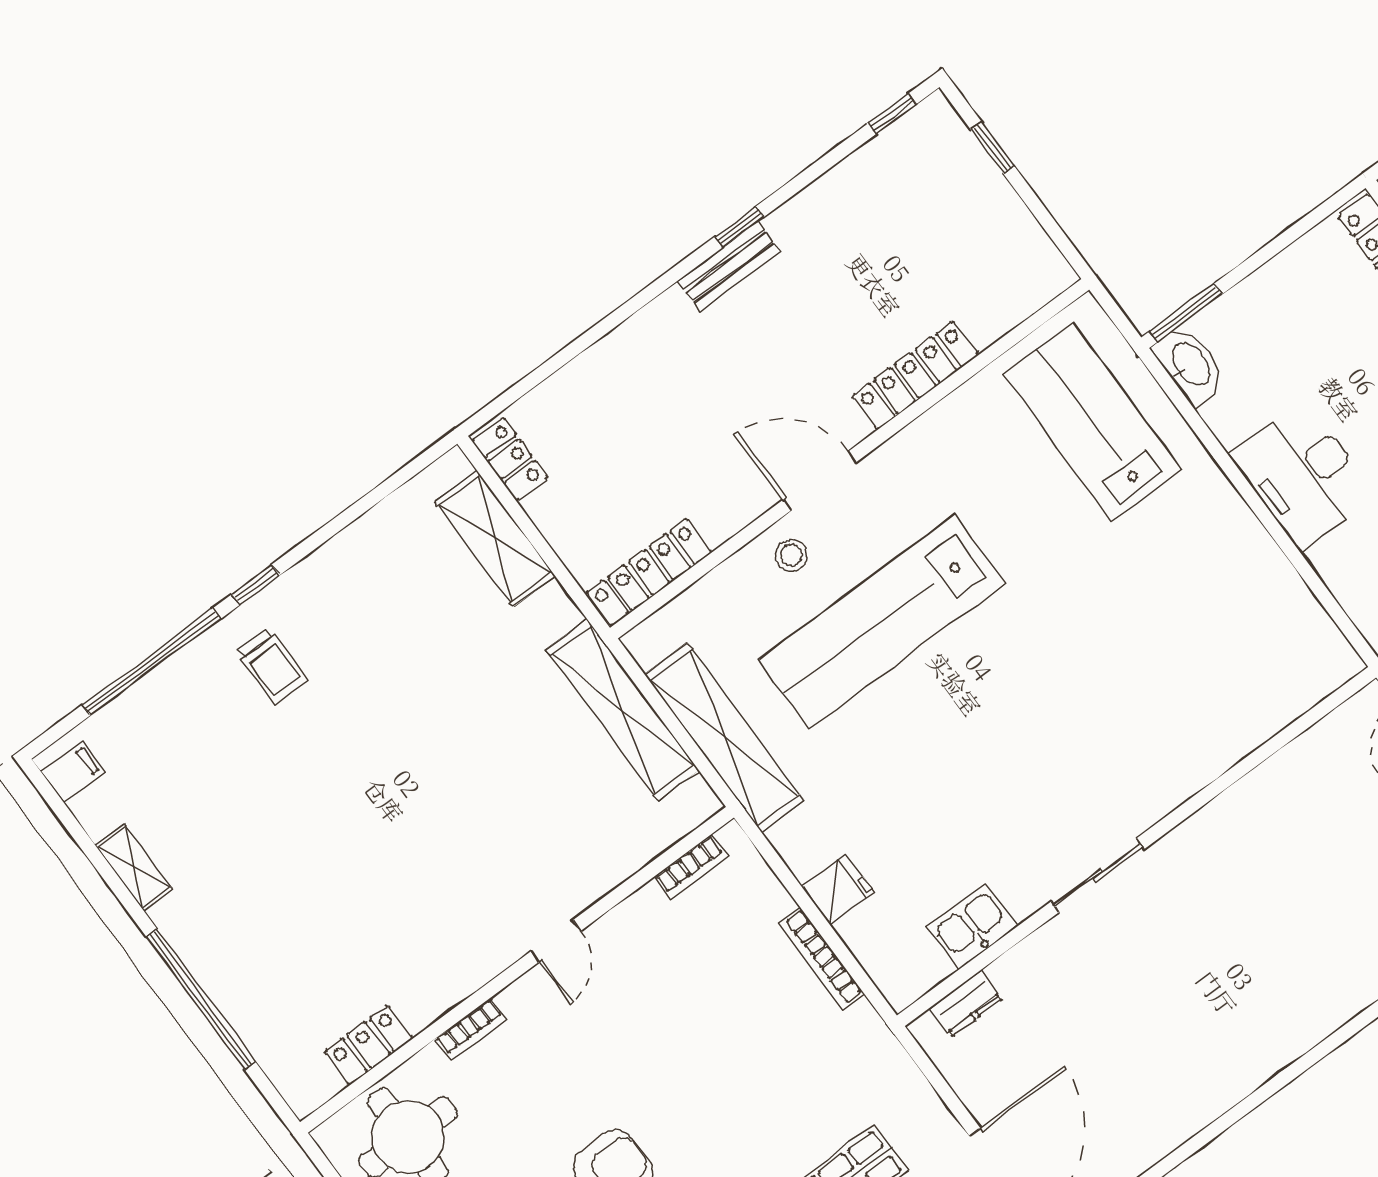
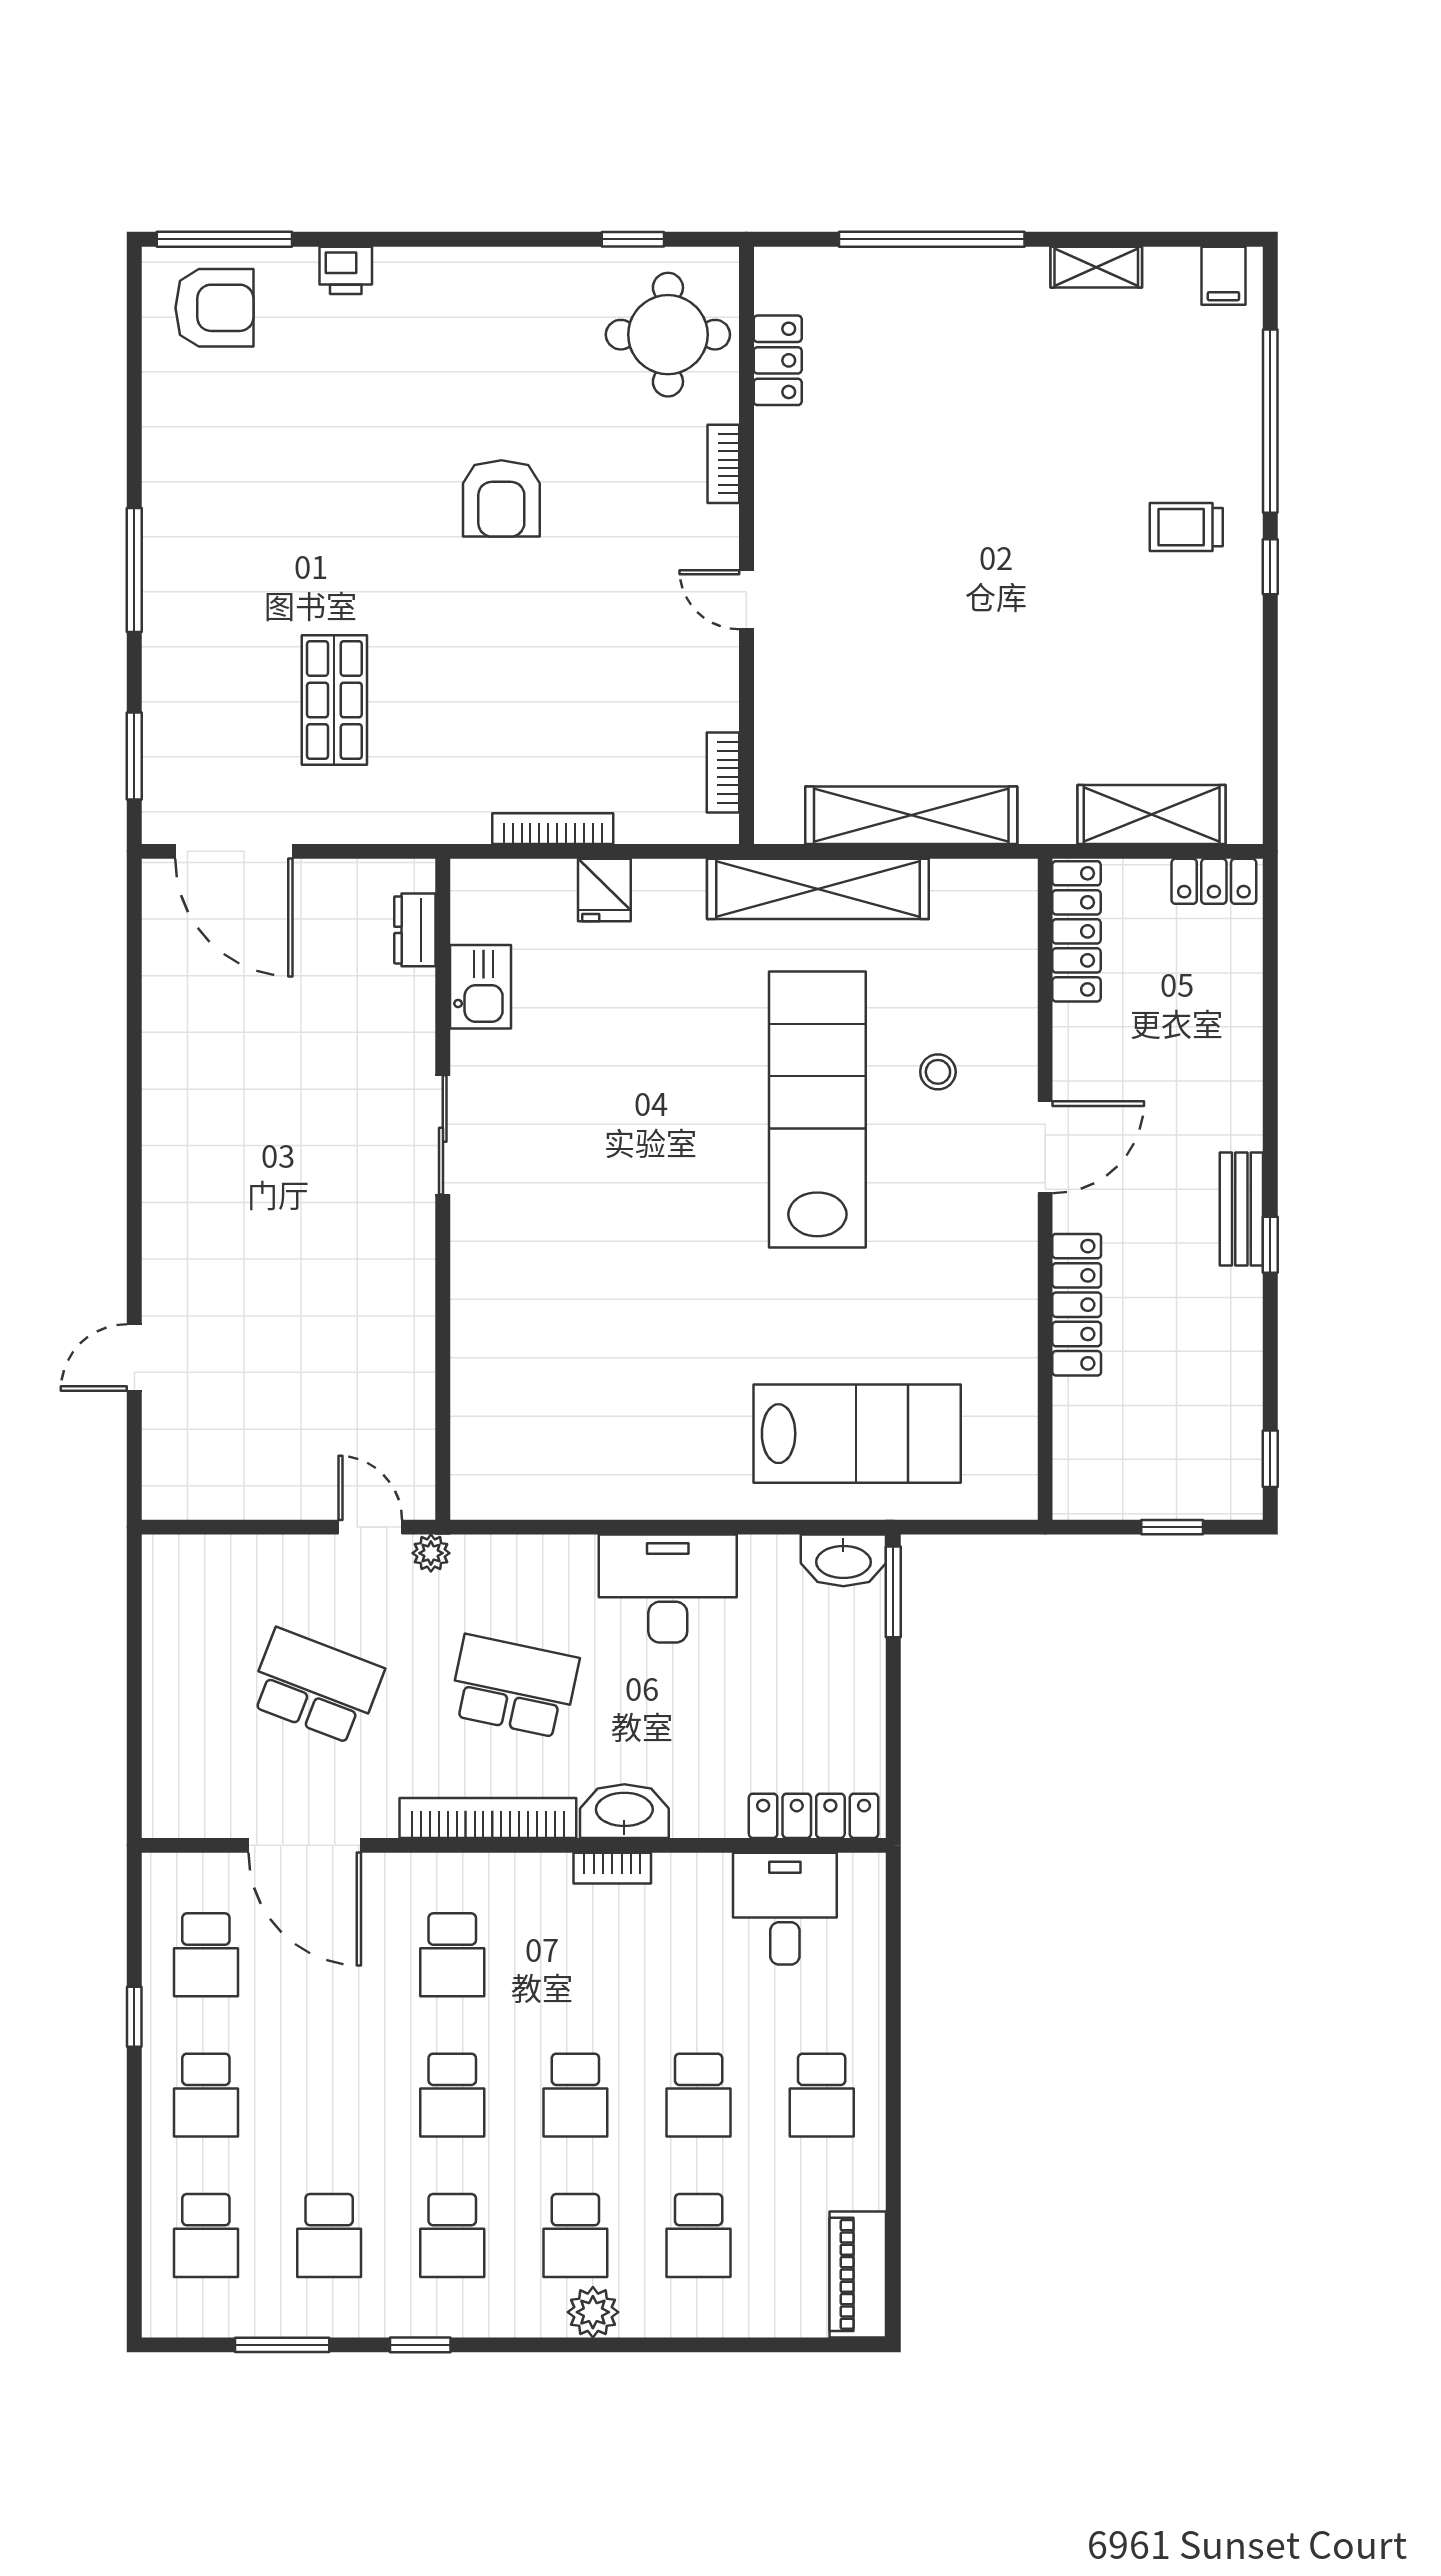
locker: (915, 375) -> (1077, 1305), moved
wall: (850, 459) -> (1045, 1189), moved
door: (820, 481) -> (1045, 1147), moved
locker: (649, 573) -> (1076, 931), moved

